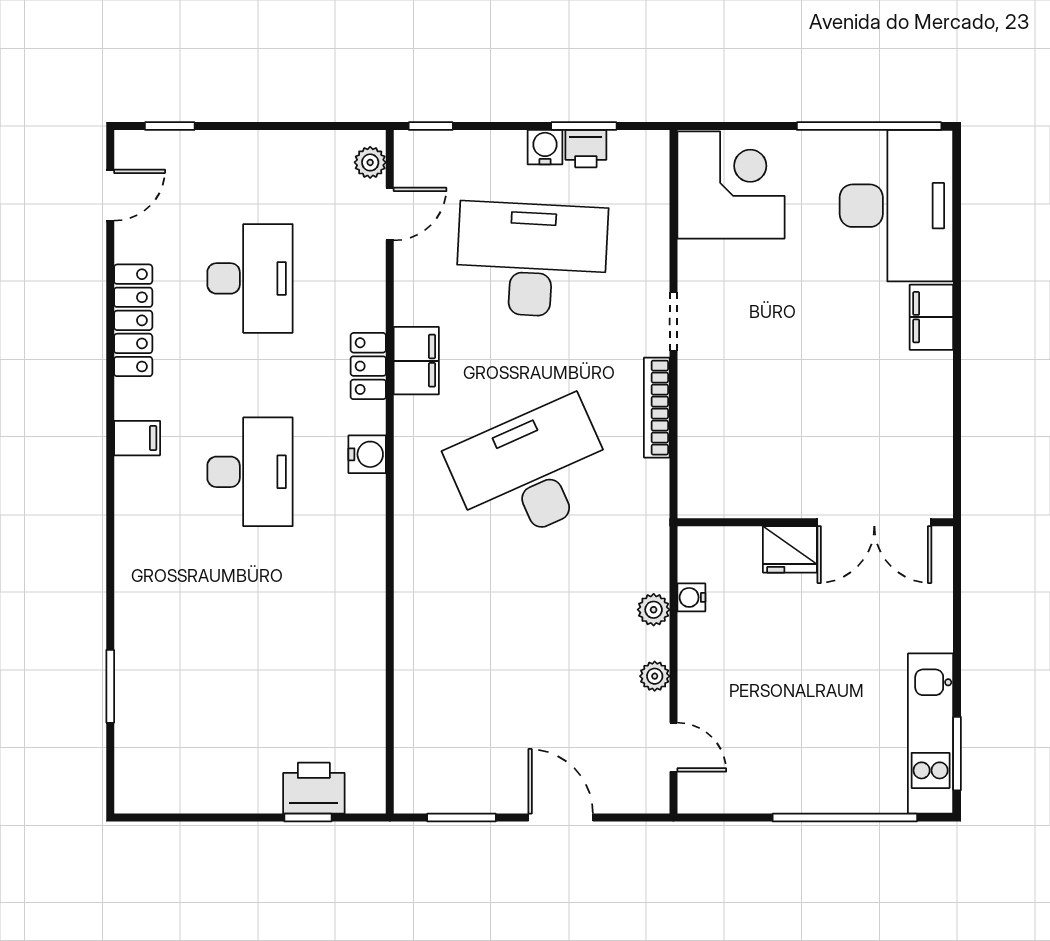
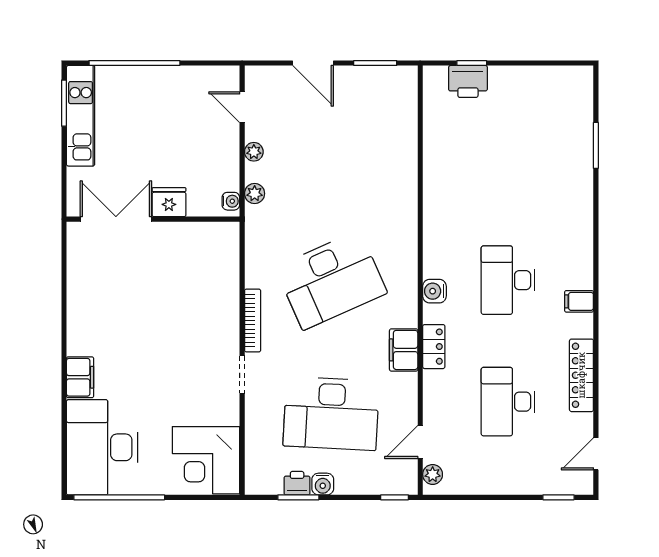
wall: (815, 522) -> (153, 219), moved
double door: (874, 522) -> (116, 219), moved
fridge: (790, 549) -> (169, 202), moved

